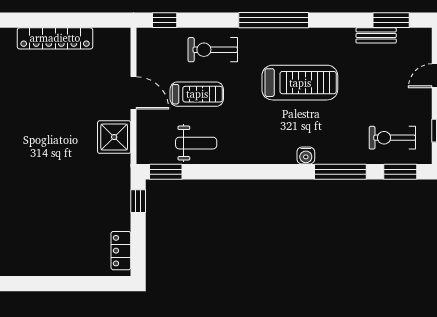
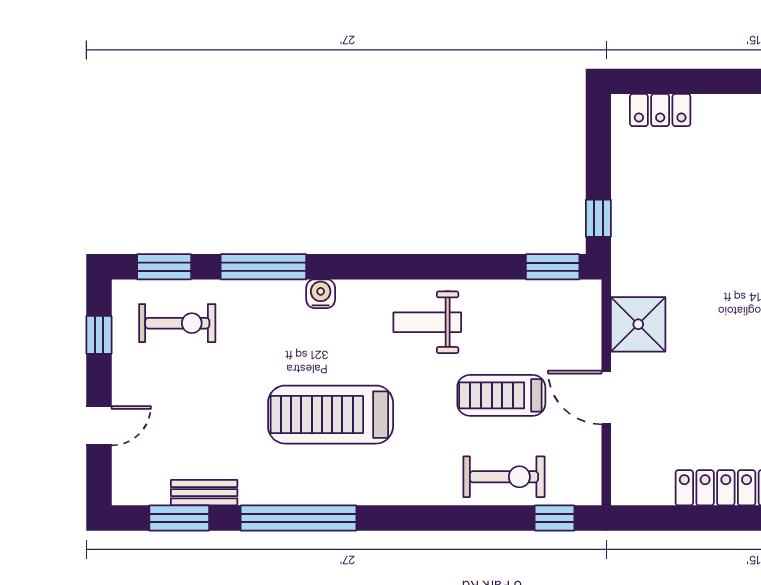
window: (274, 20) -> (298, 518), moved
exercise bike: (213, 50) -> (504, 477), moved
weight bench: (196, 143) -> (427, 322), moved
locker: (121, 251) -> (660, 110), moved, turned 90

